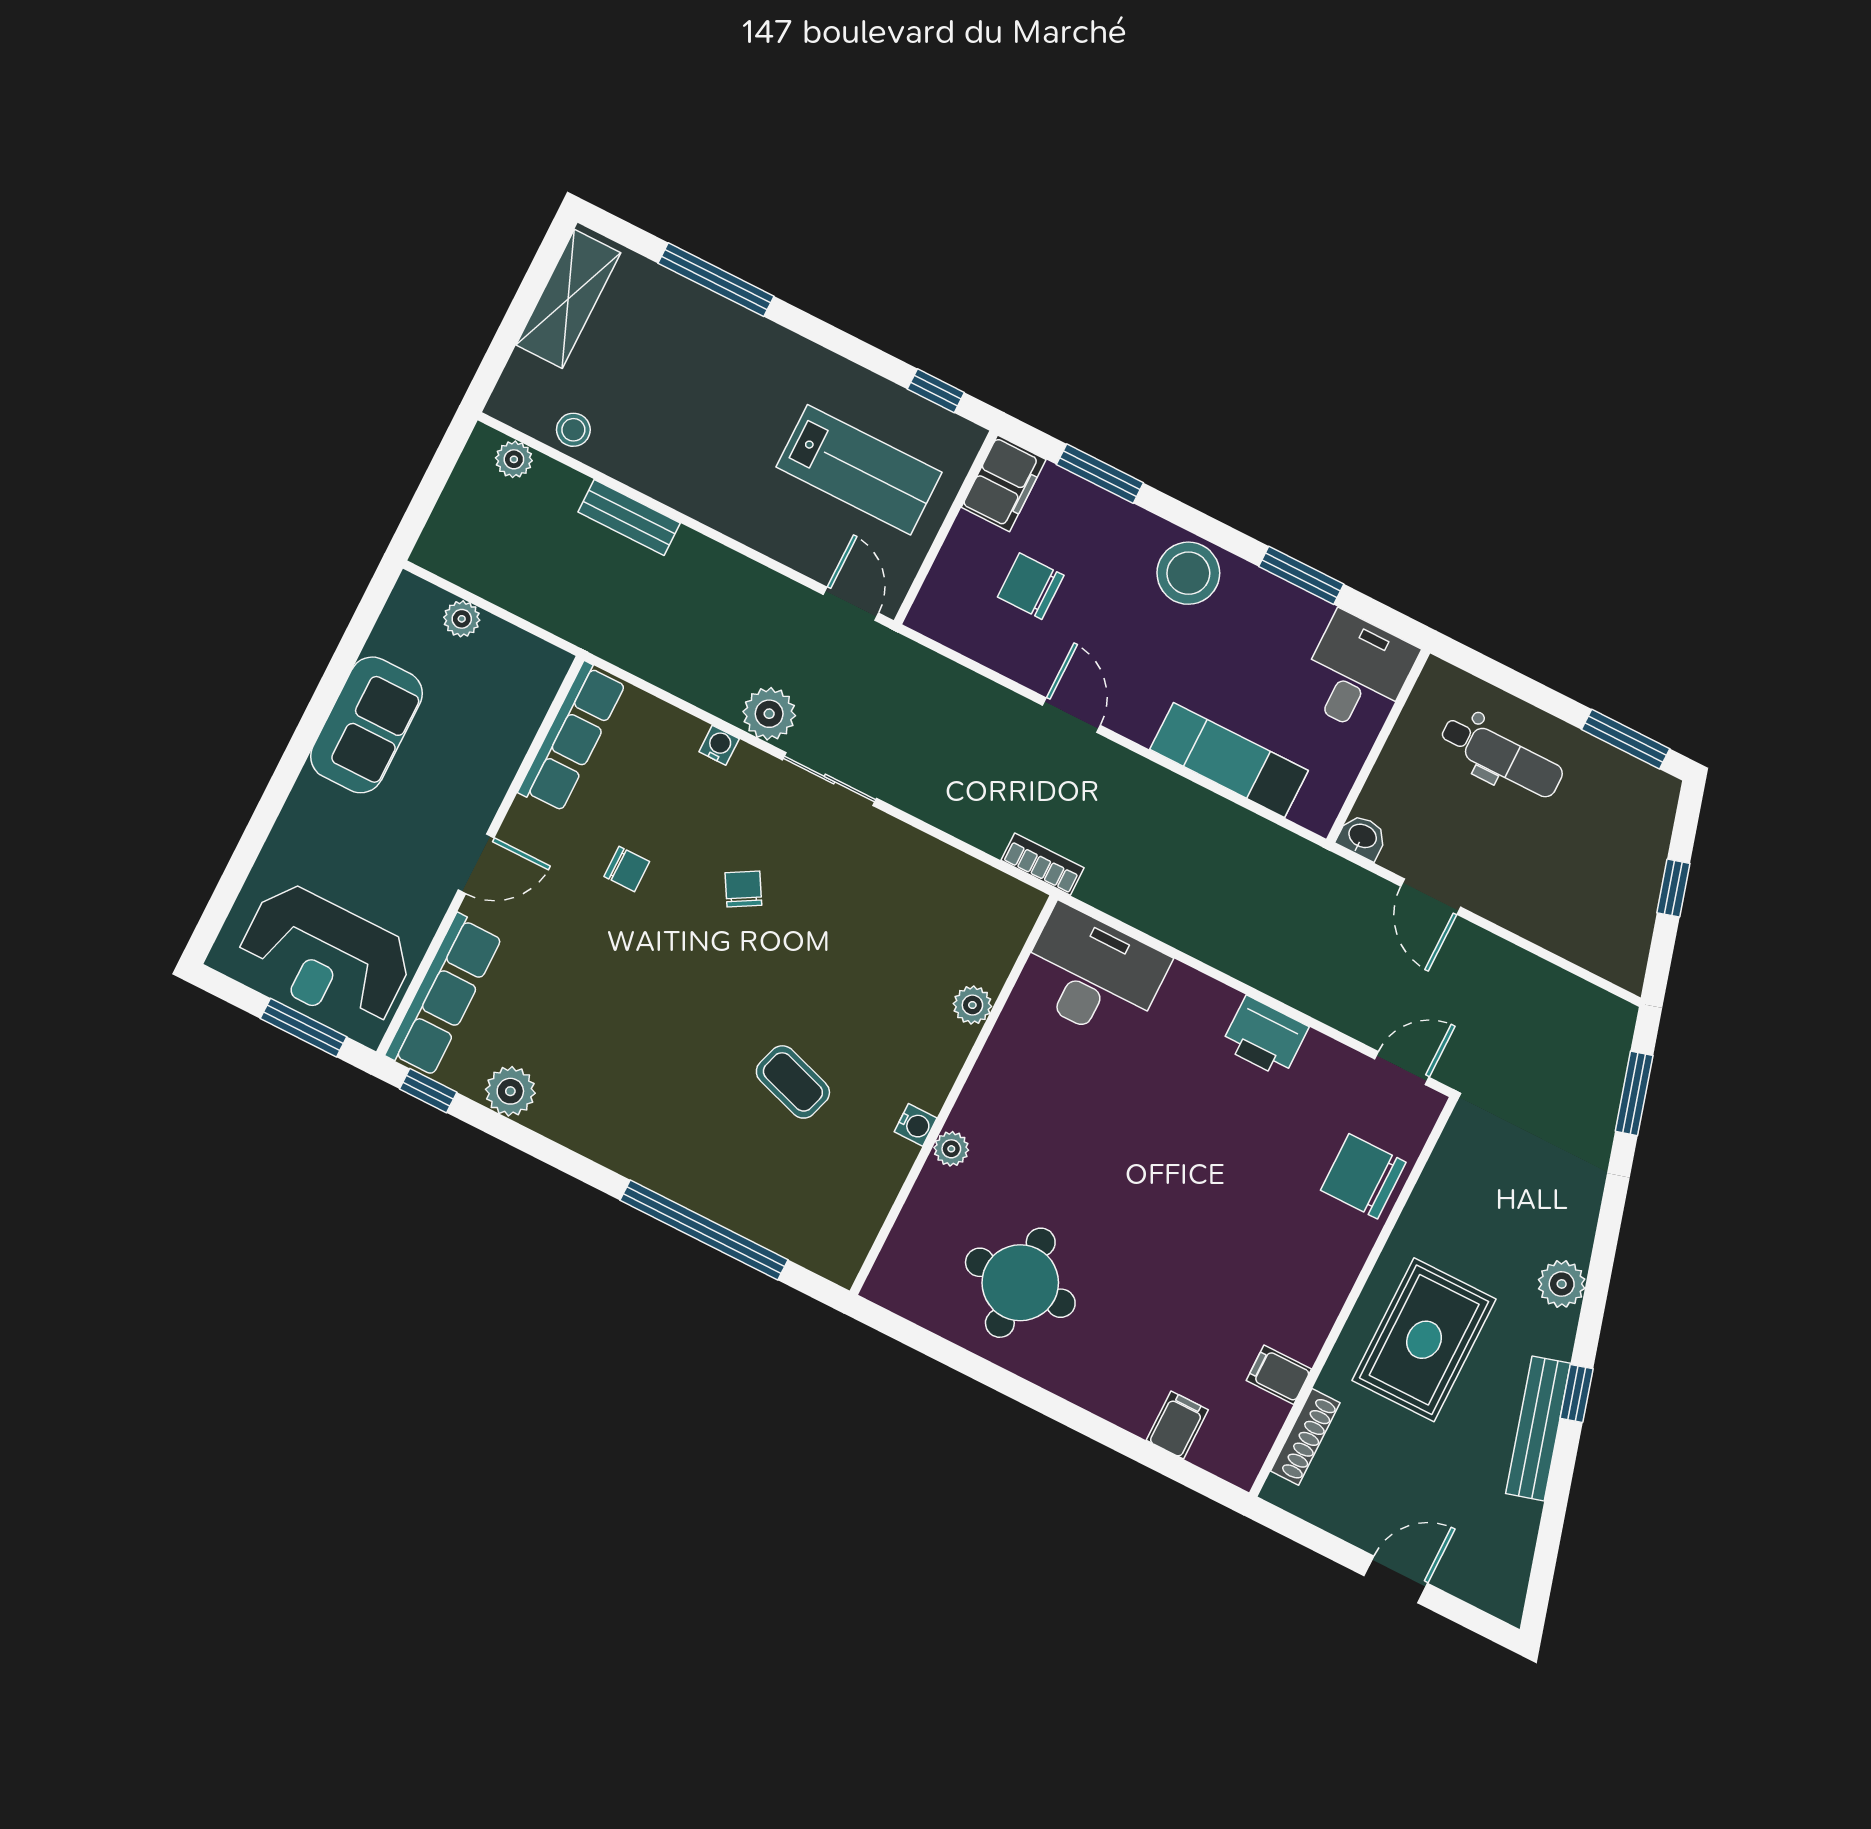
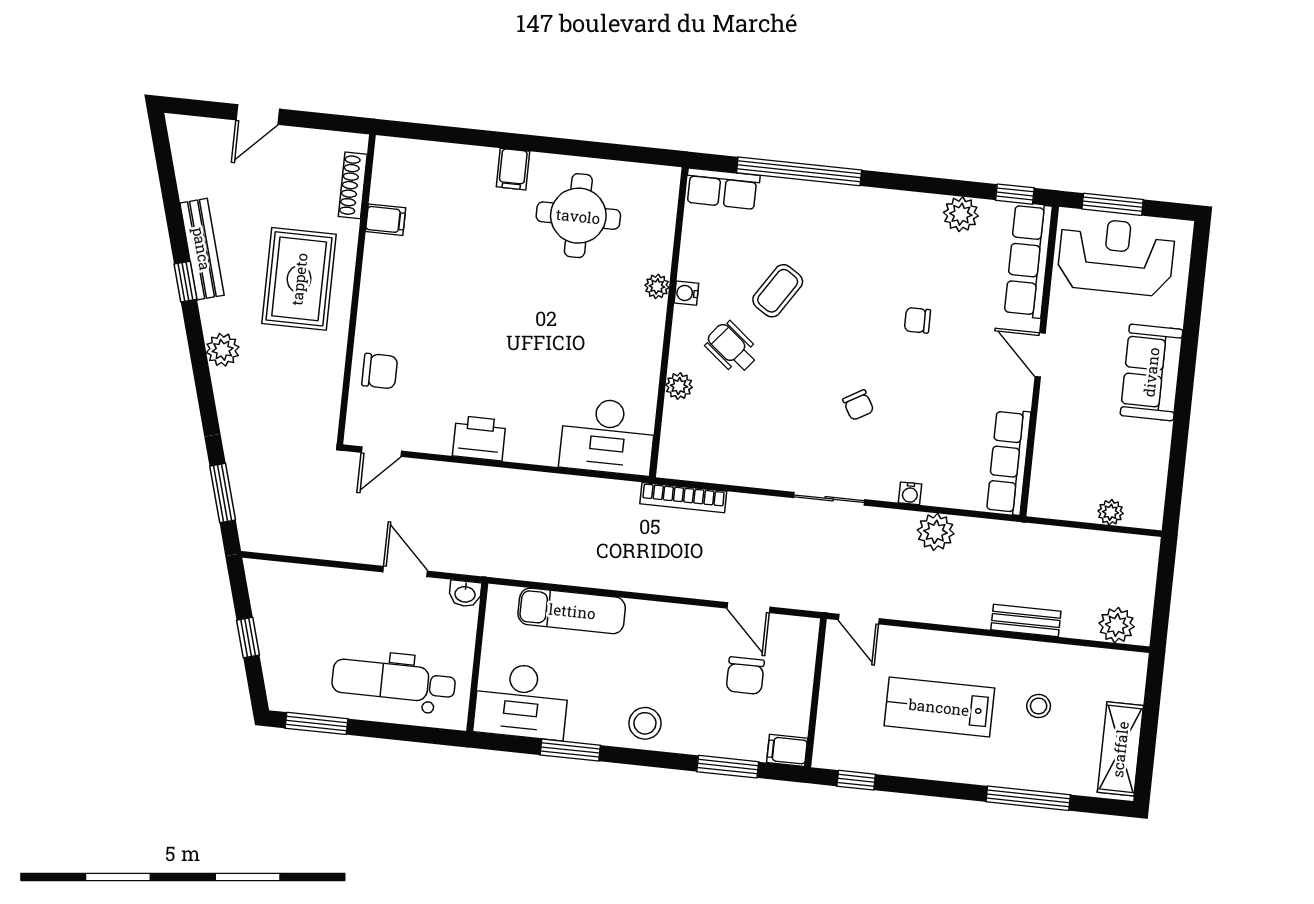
stool: (573, 430) -> (1039, 706), moved
plant: (514, 459) -> (1117, 625), width x1.38, depth x1.38
lab bench: (859, 470) -> (939, 707), moved
filing cabinet: (1004, 483) -> (787, 750), width x0.50
stool: (1188, 573) -> (645, 723), width x0.73, depth x0.73
chair: (1031, 586) -> (745, 676), turned 90
desk: (1357, 673) -> (521, 701), width x1.37
plant: (769, 714) -> (936, 532), moved
door: (1071, 715) -> (748, 608), moved
sofa: (366, 725) -> (1151, 372), moved
dental chair: (1501, 756) -> (394, 681), width x1.36, depth x1.38
door: (476, 864) -> (1040, 355), hinge flipped
bookcase: (1043, 864) -> (683, 498), width x1.56
chair: (627, 869) -> (917, 320), moved
wheelchair: (883, 1029) -> (732, 348), added
coffee table: (793, 1082) -> (778, 291), turned -75
chair: (1363, 1176) -> (380, 371), width x0.73, depth x0.73
row of seats: (815, 1246) -> (722, 189), added
filing cabinet: (1177, 1425) -> (513, 169), moved

